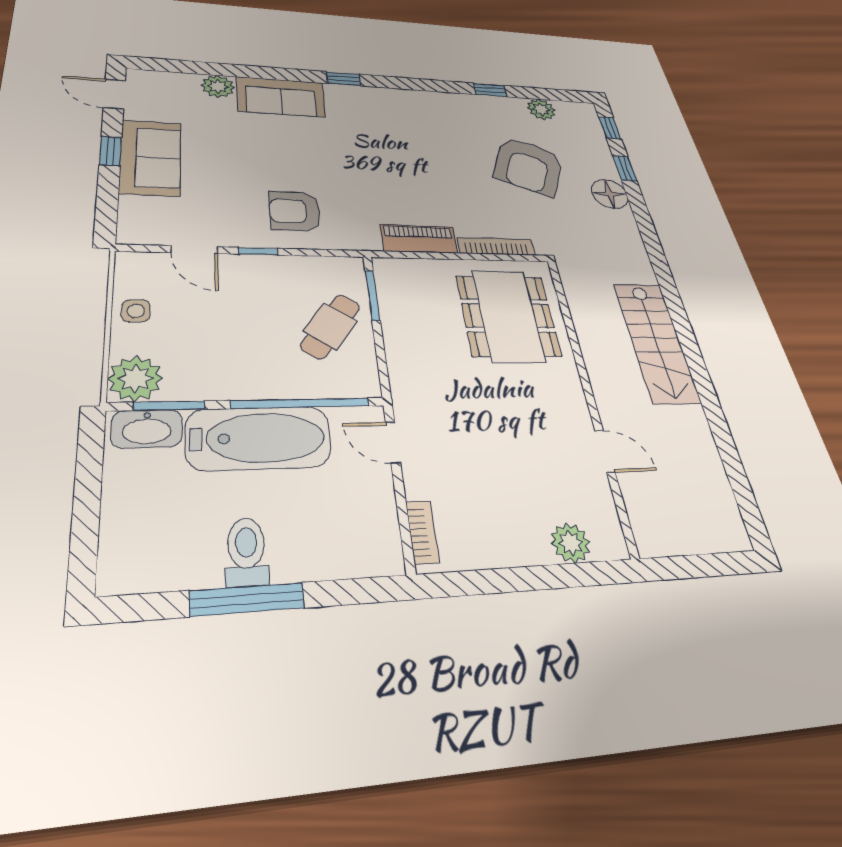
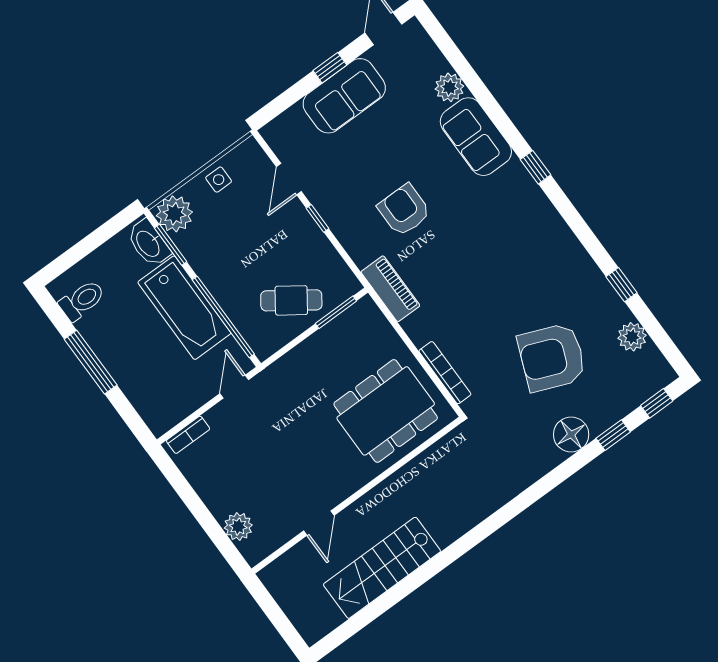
armchair: (295, 211) -> (404, 210), moved
piano: (419, 239) -> (390, 289), moved
stairs: (656, 342) -> (382, 568), moved
toilet: (246, 552) -> (82, 300), moved

